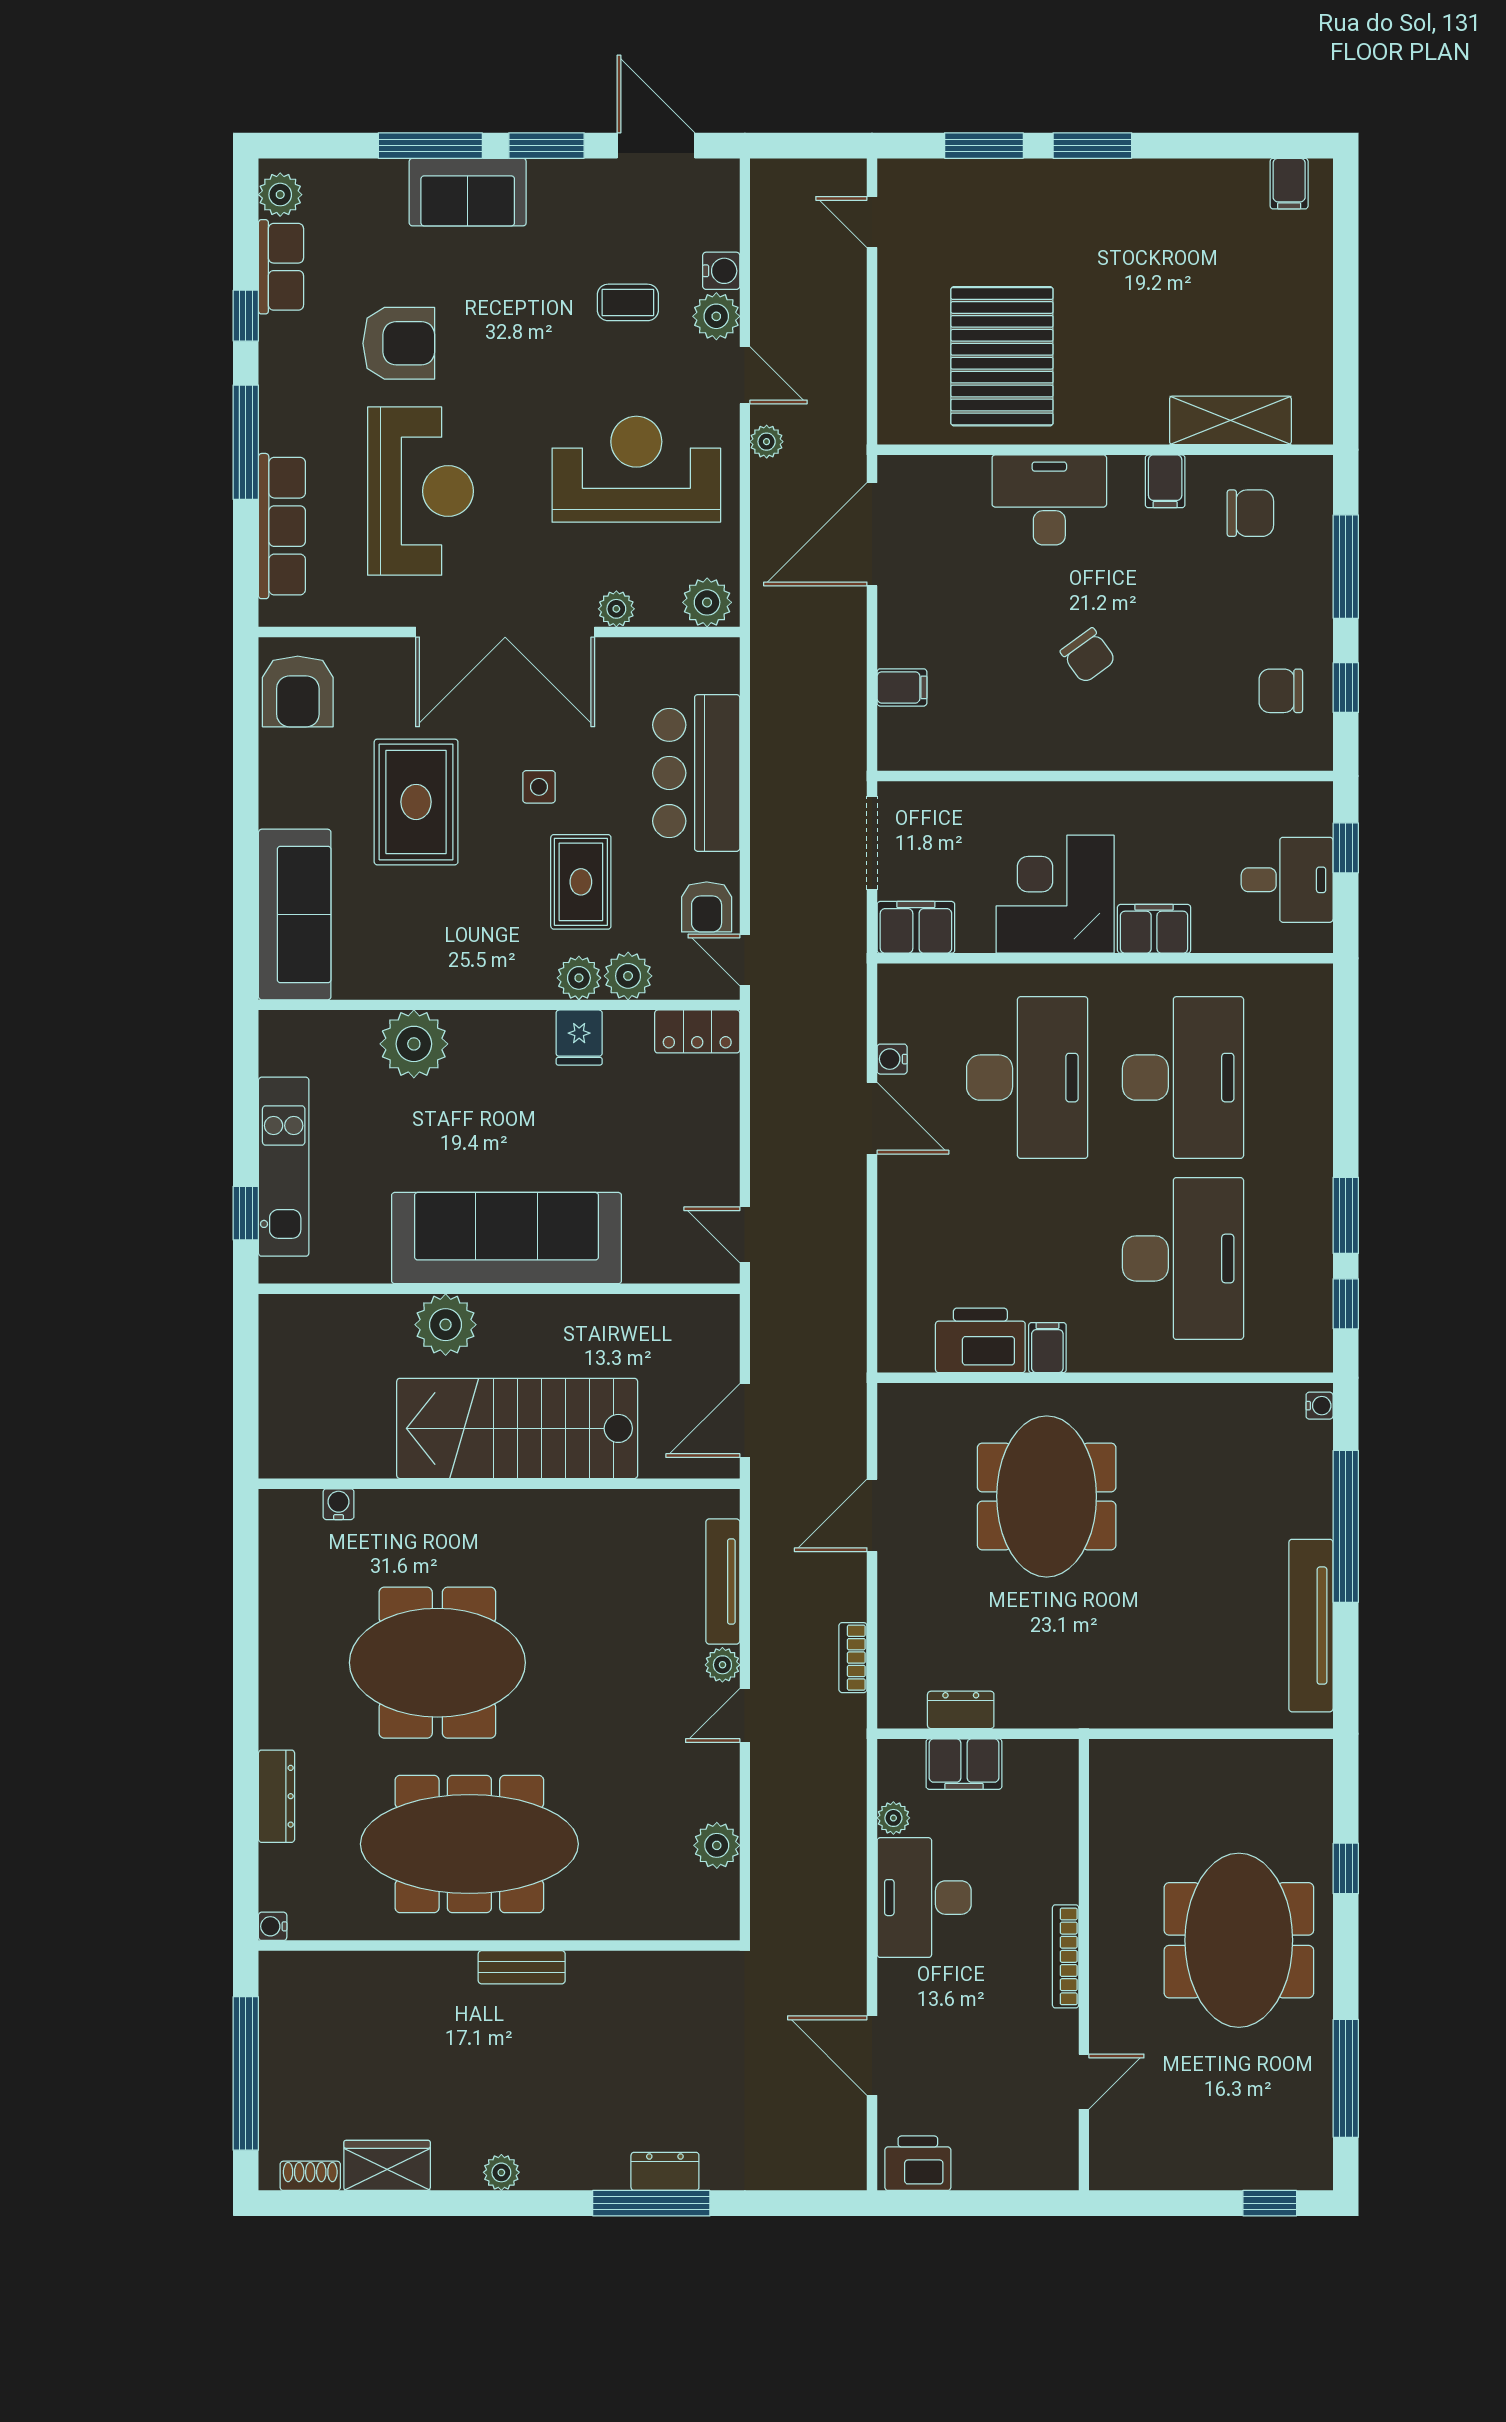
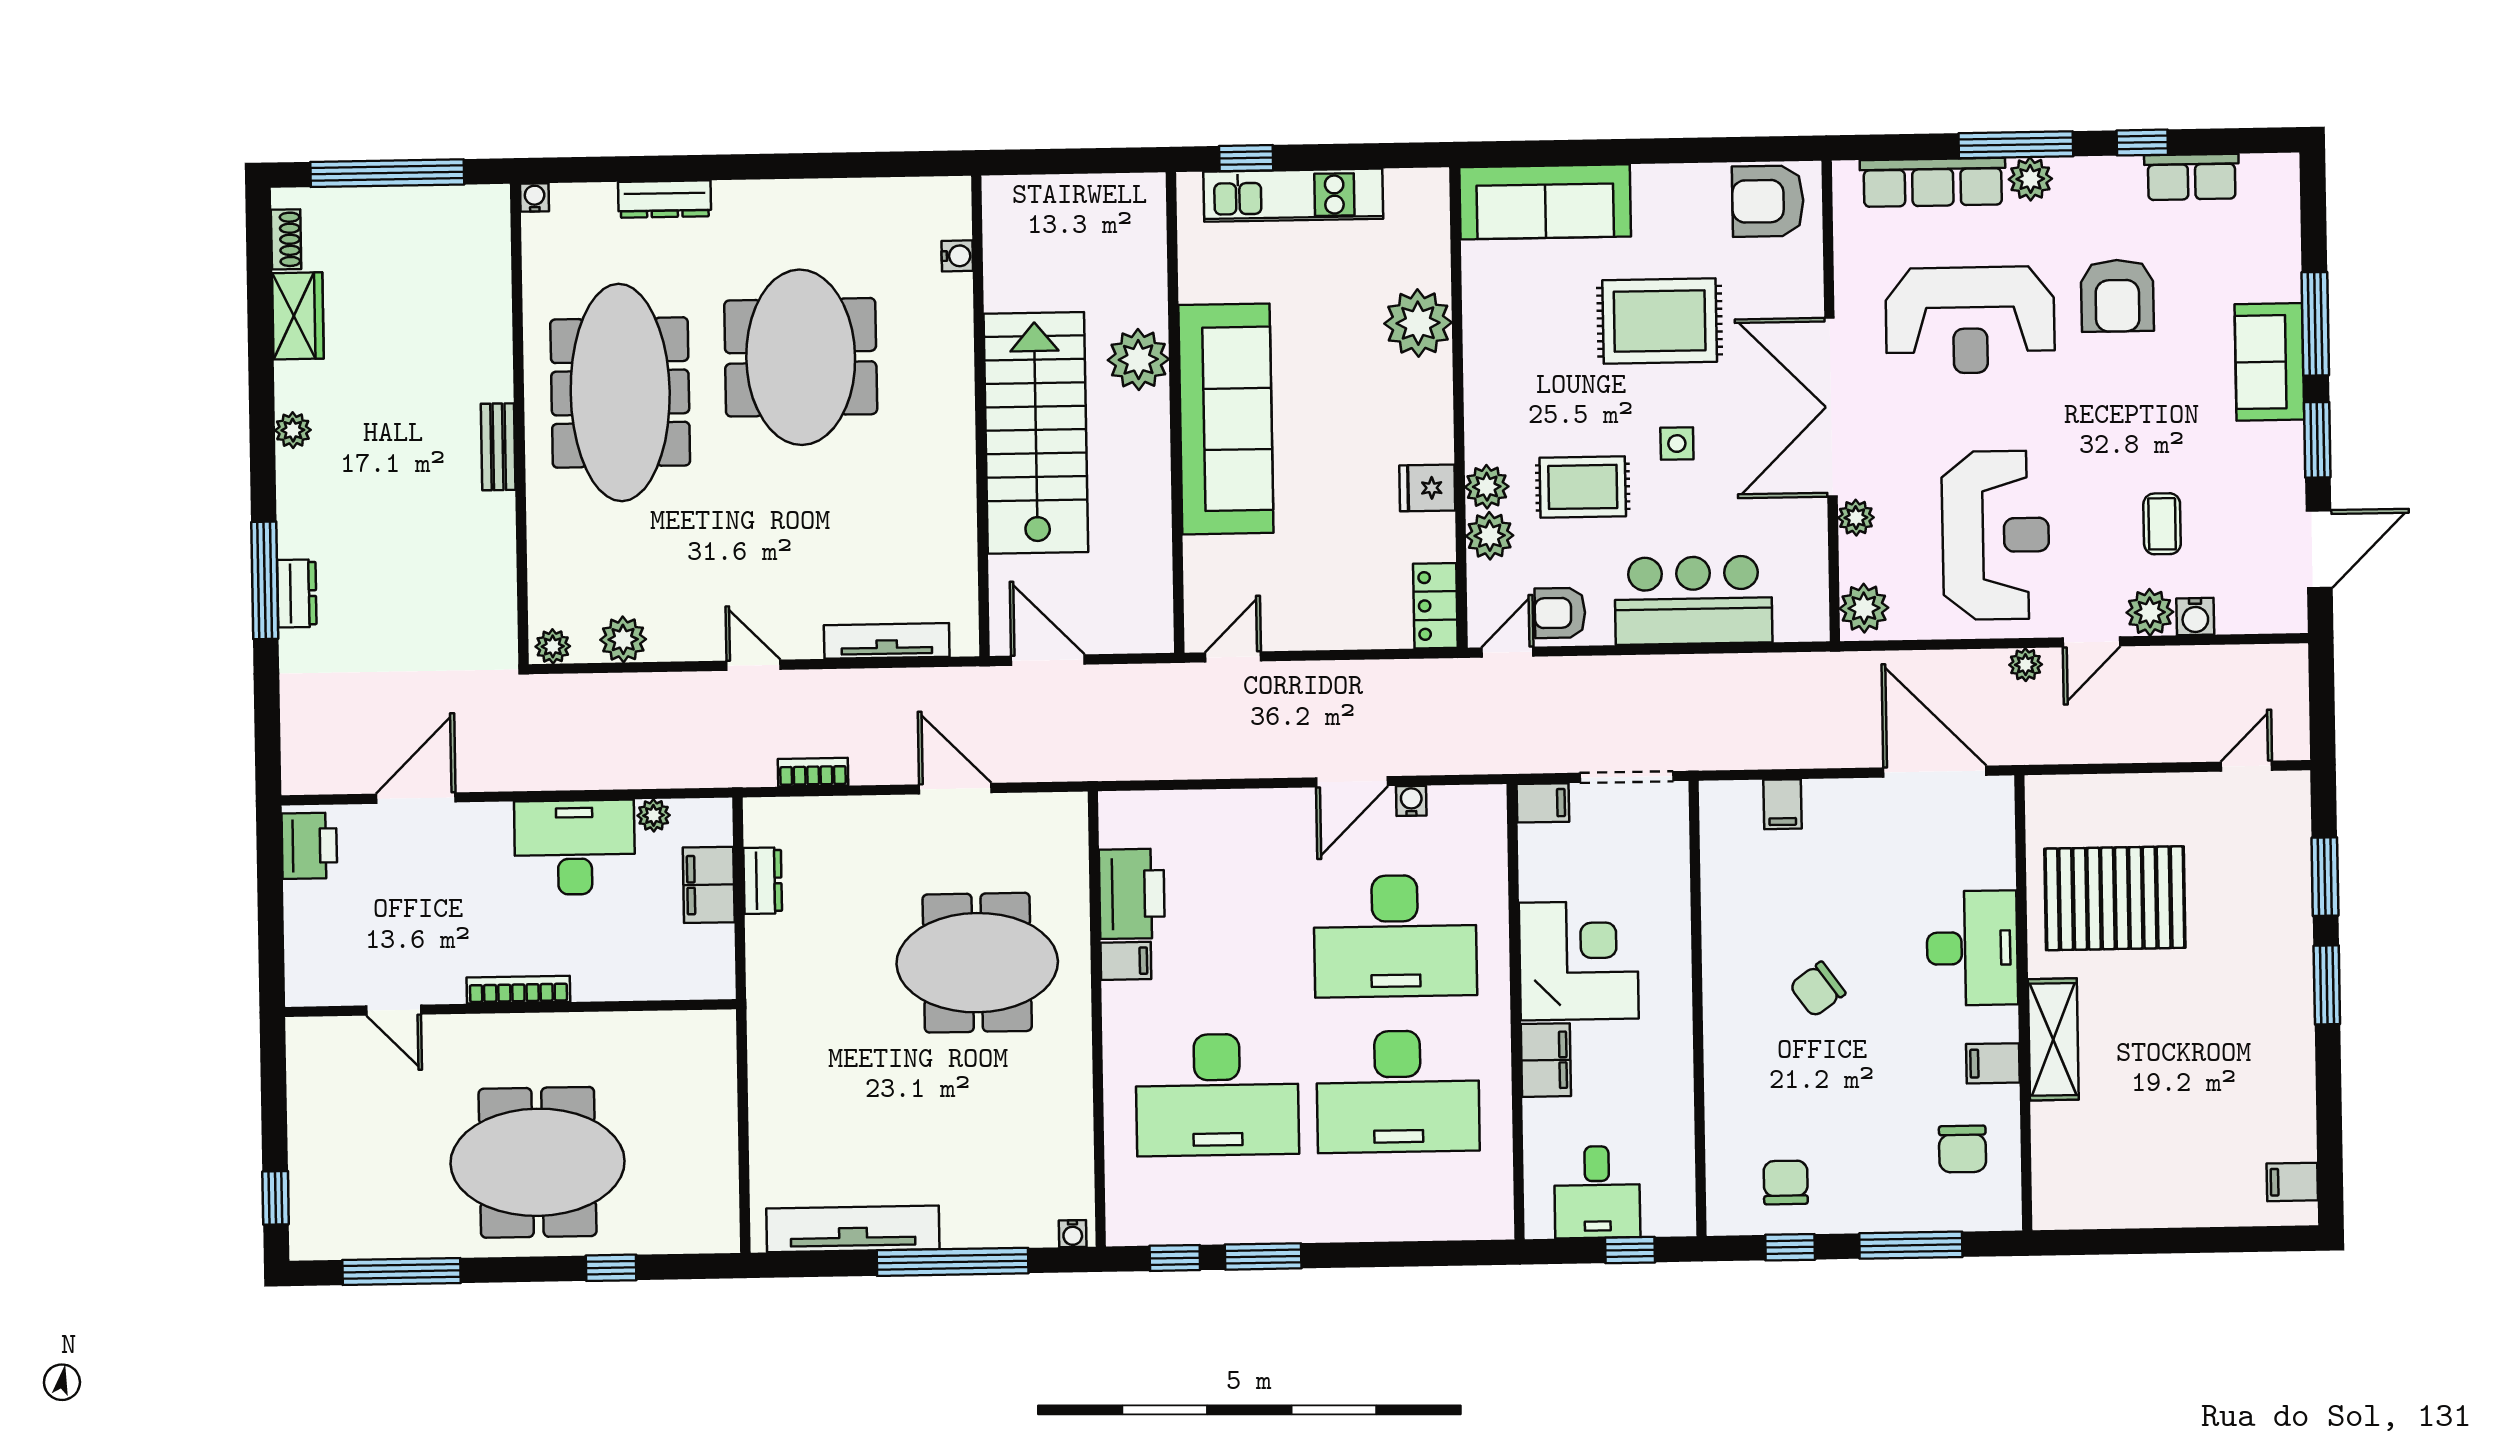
plant: (280, 195) -> (2030, 179), moved
shelving: (1230, 420) -> (2053, 1039), moved
filing cabinet: (916, 927) -> (1543, 803), width x0.50
plant: (722, 1665) -> (553, 646), moved

